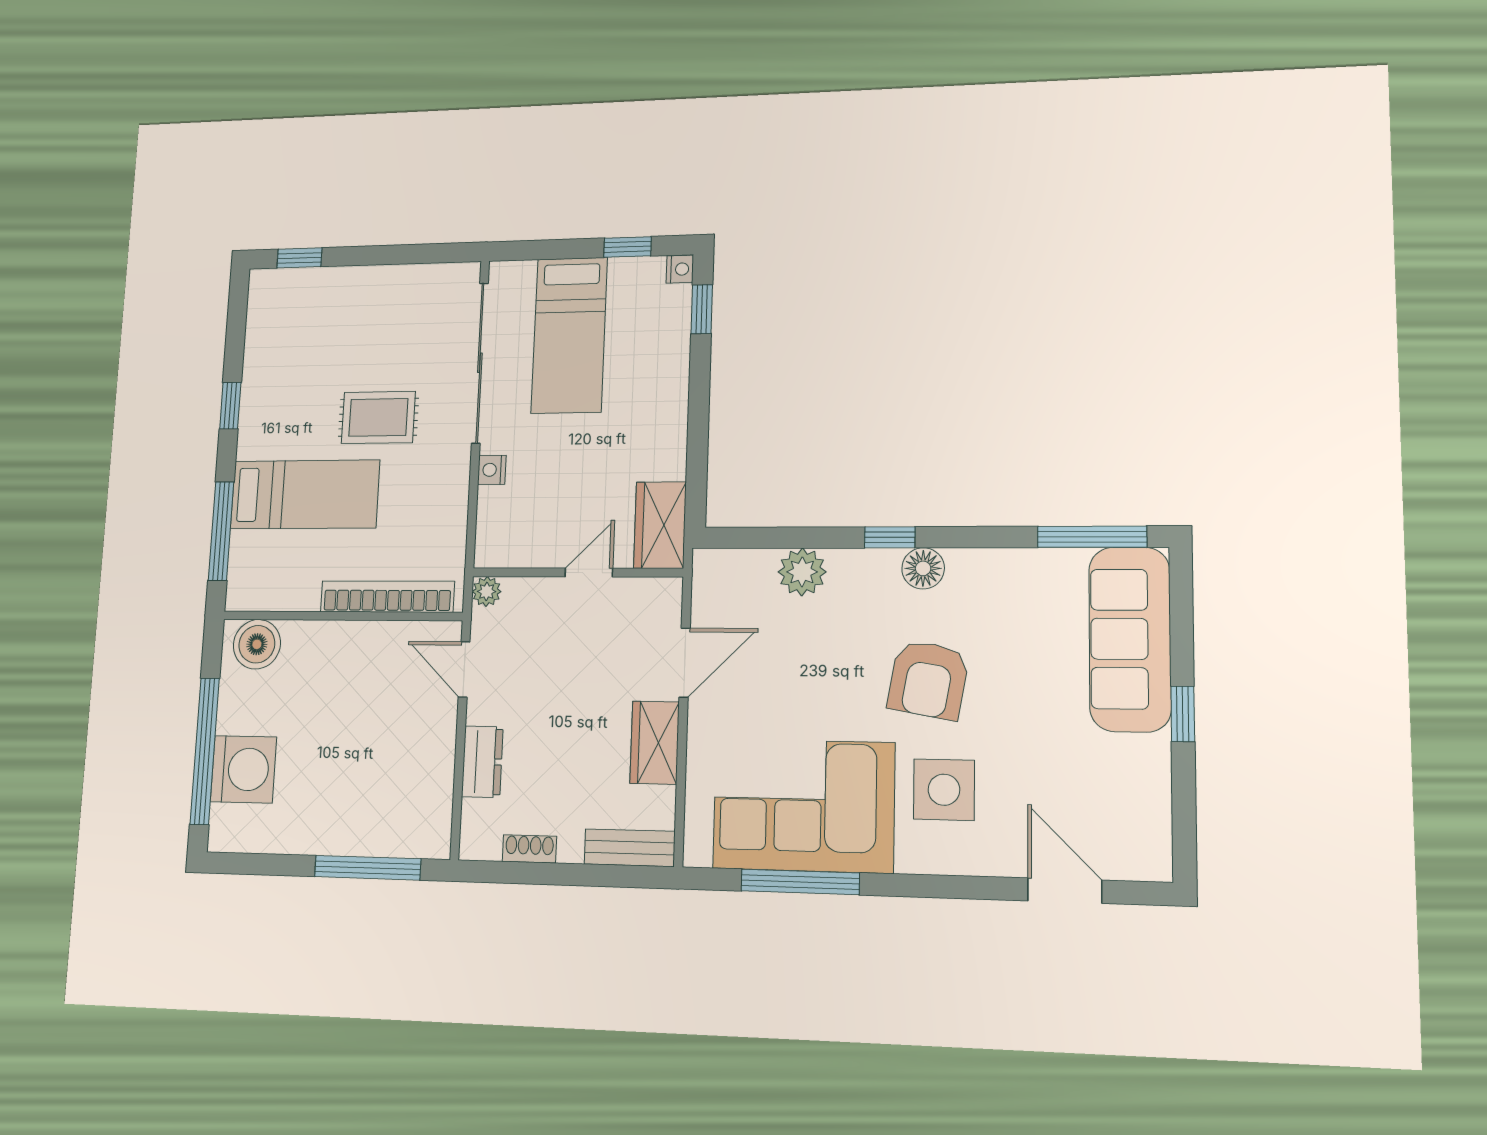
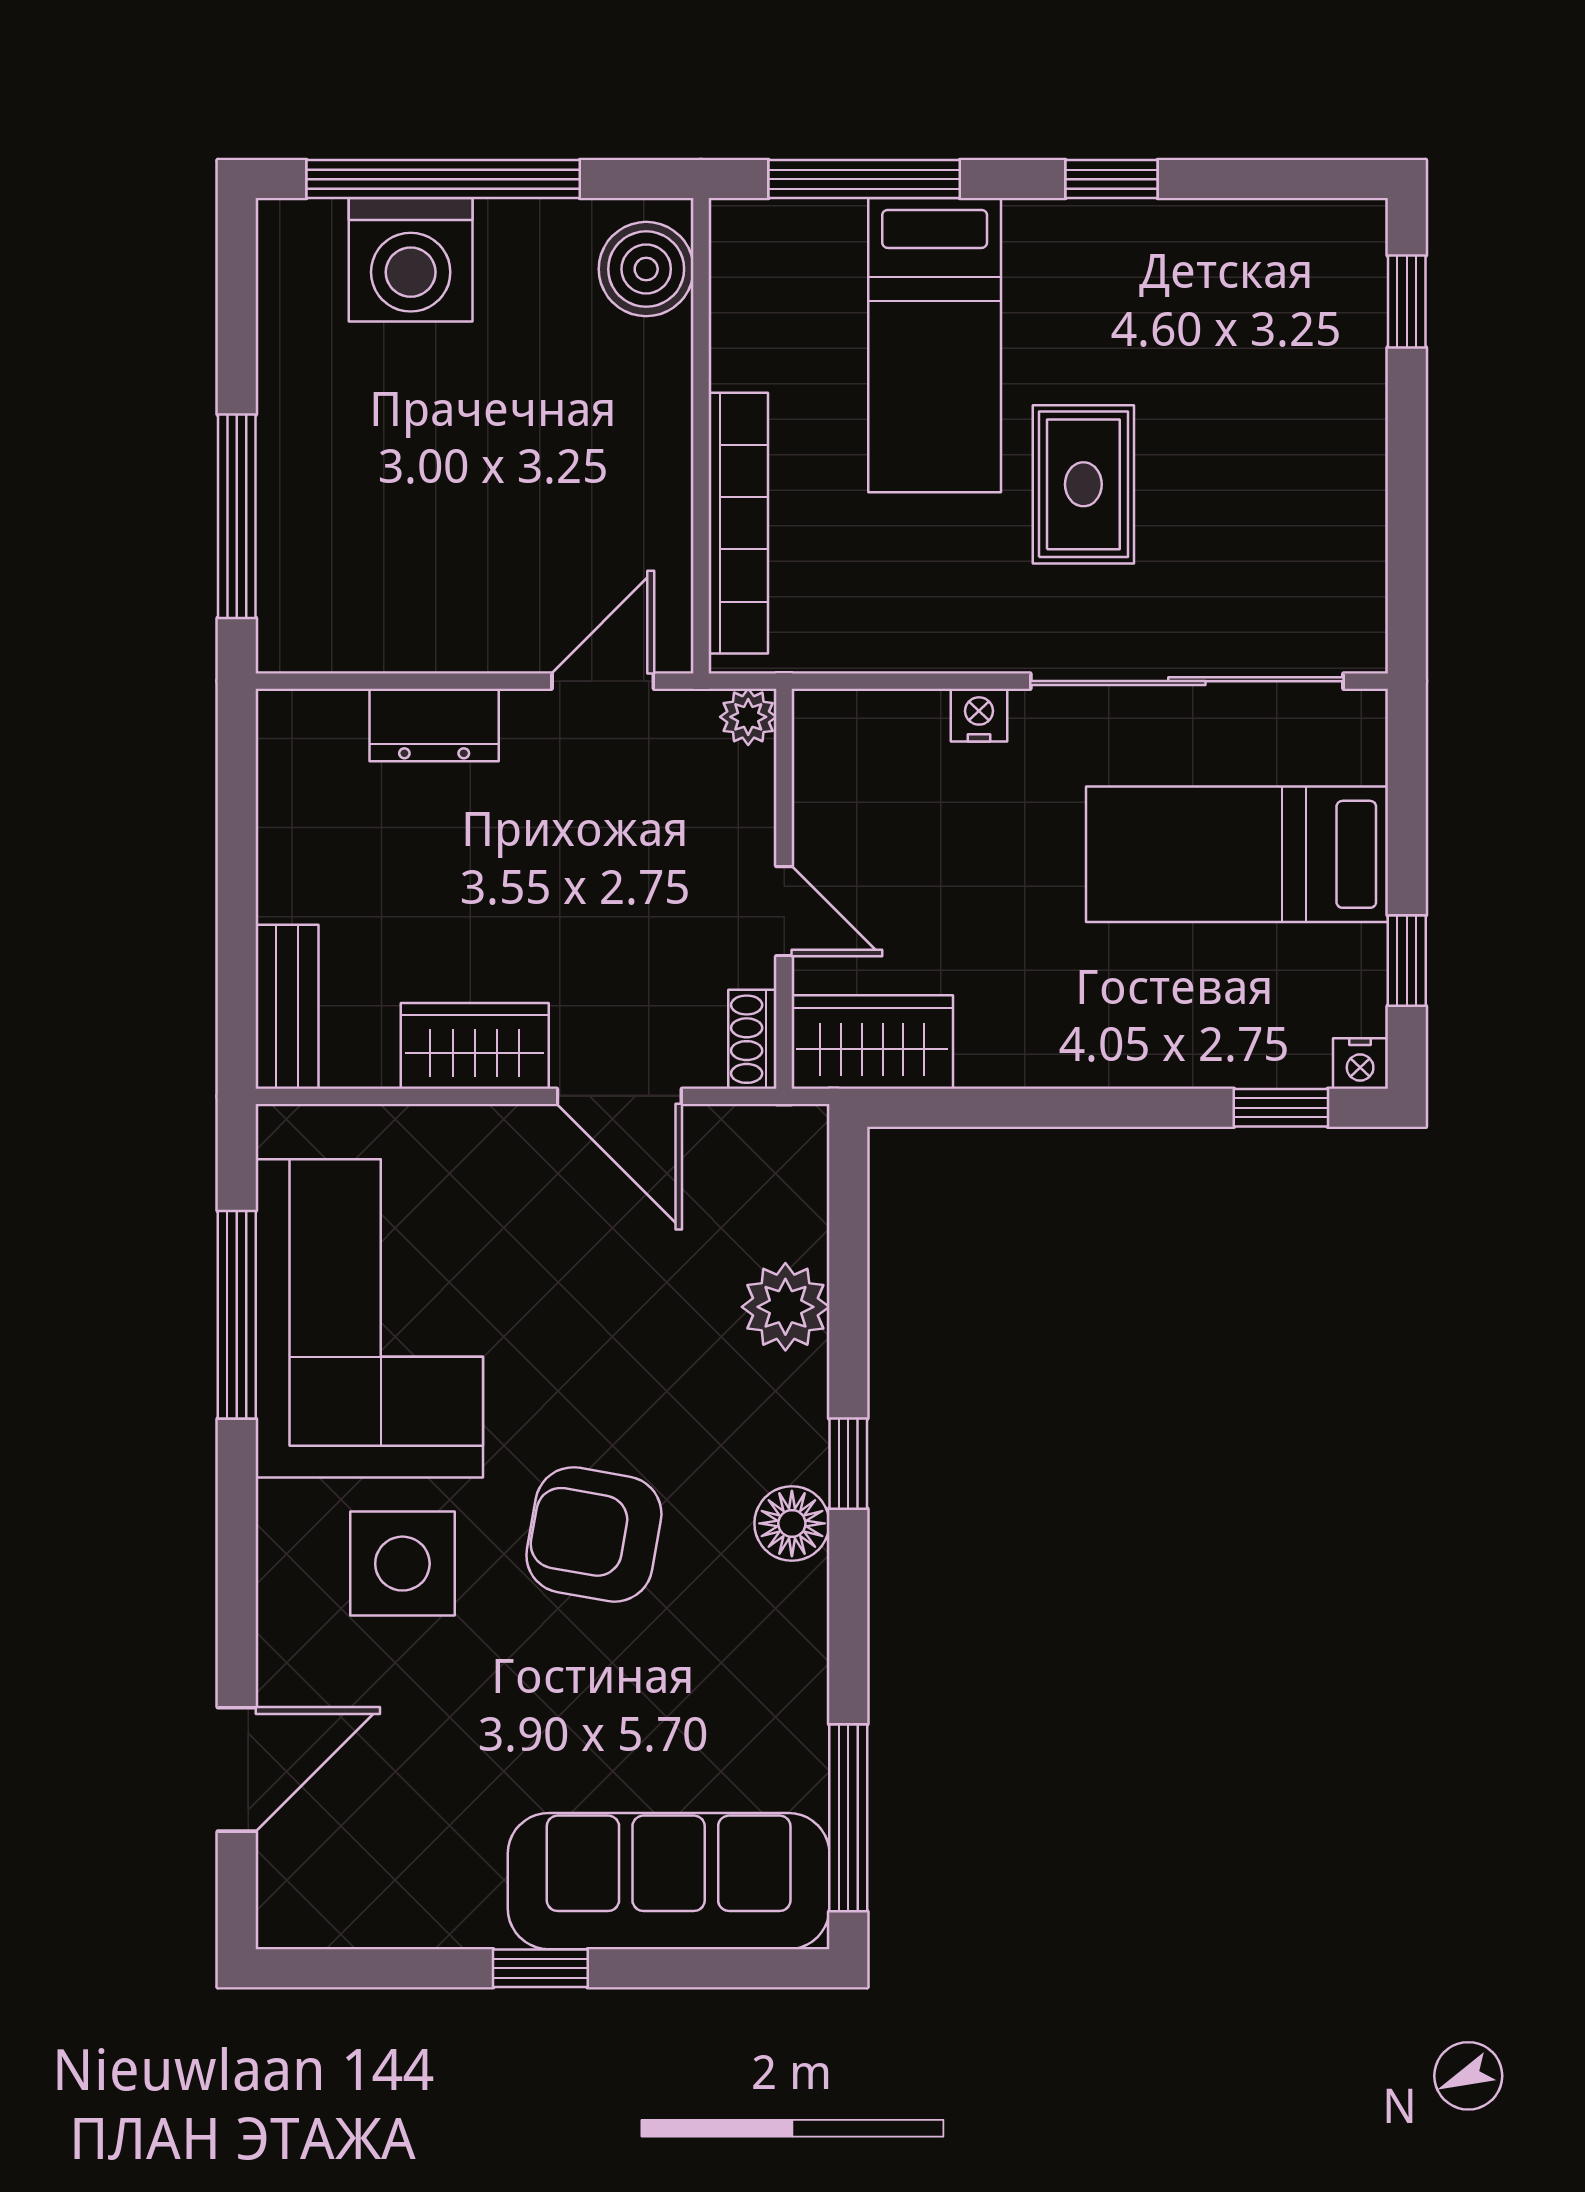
shoe rack: (529, 849) -> (752, 1039), moved, turned 180

